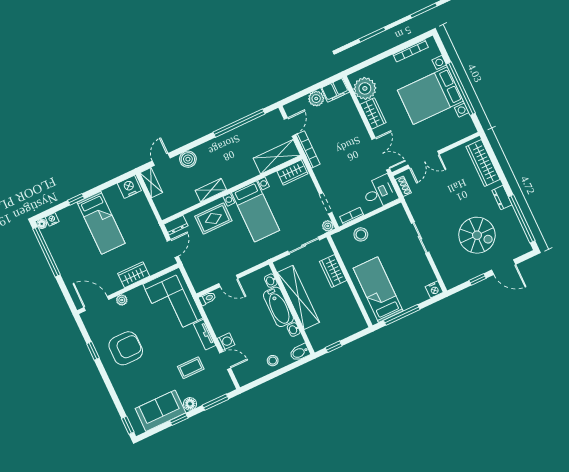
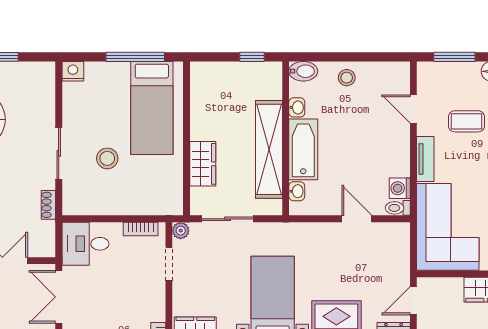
shoe rack: (403, 186) -> (48, 205), moved
stool: (361, 234) -> (107, 158), moved
washing machine: (226, 342) -> (400, 188), moved

